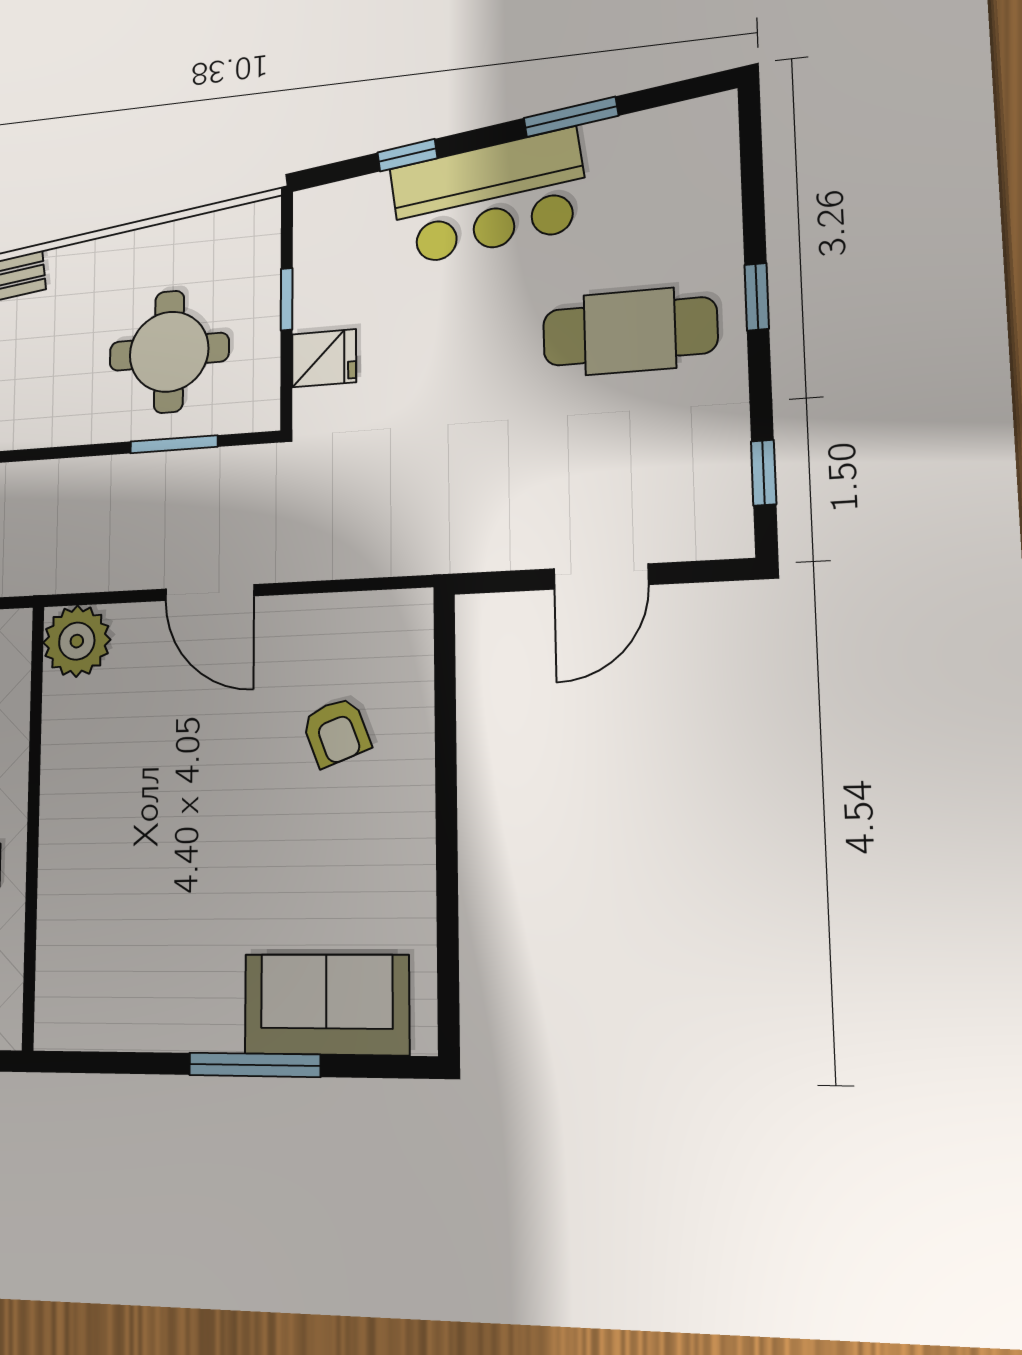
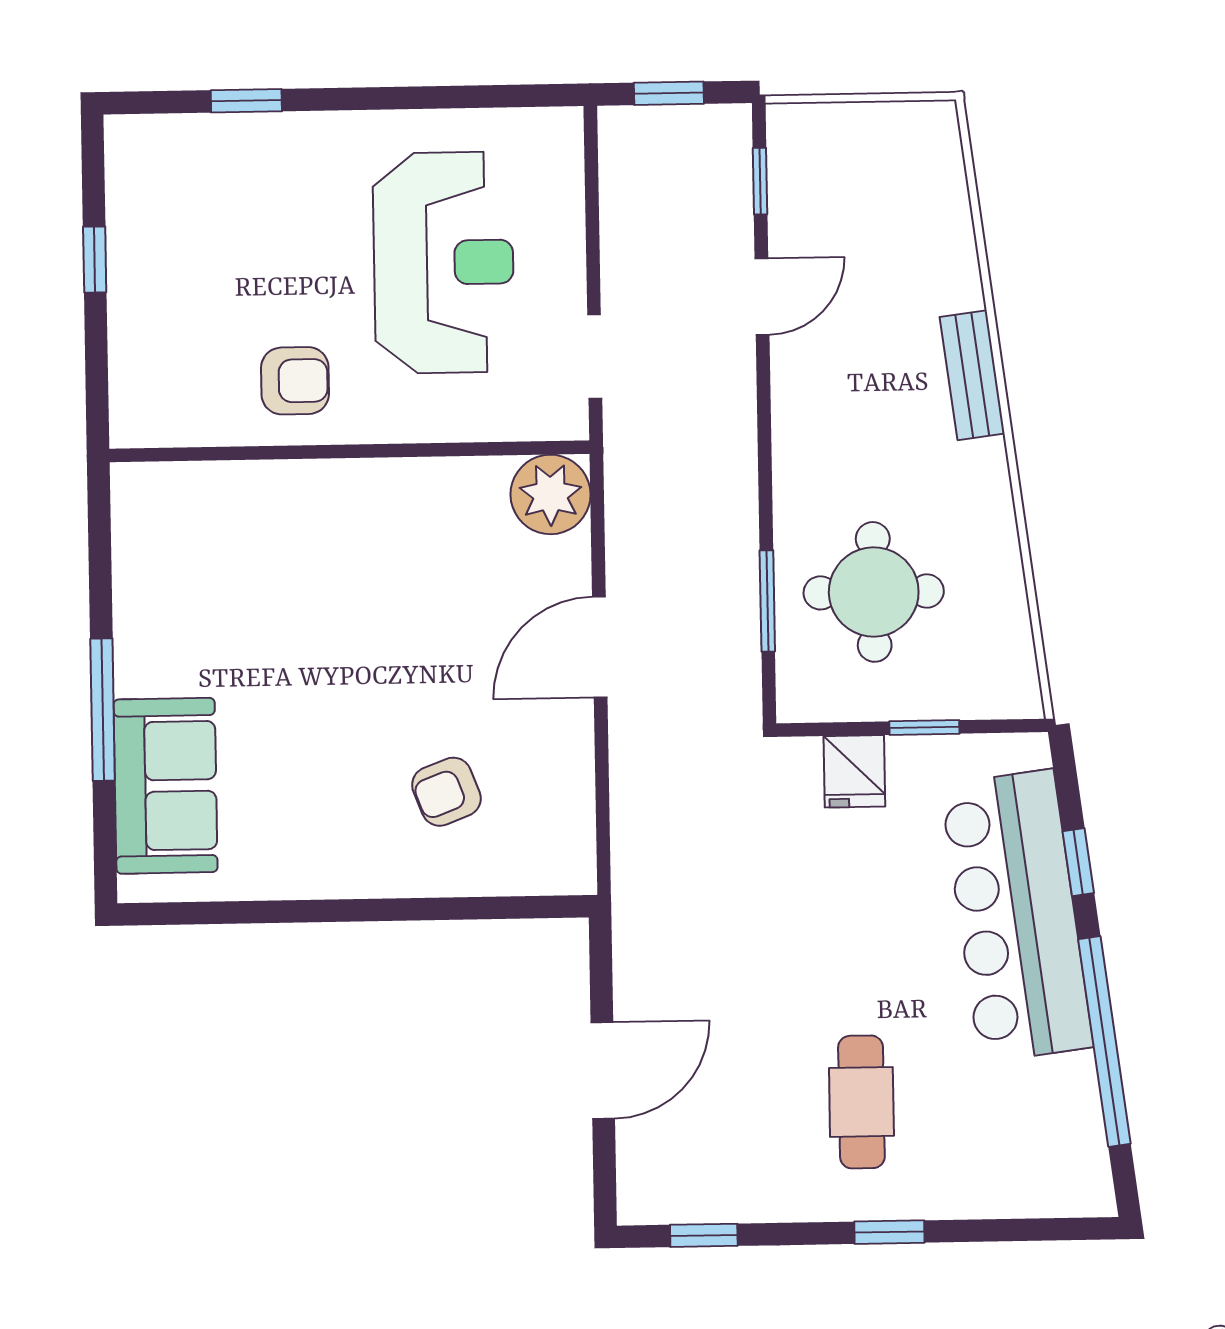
window: (571, 117) -> (1104, 1042), width x2.11
bar counter: (489, 197) -> (1017, 916), width x1.36
cafe table: (630, 331) -> (861, 1102), width x0.73, depth x0.74
door: (601, 577) -> (603, 1070), swing flipped

